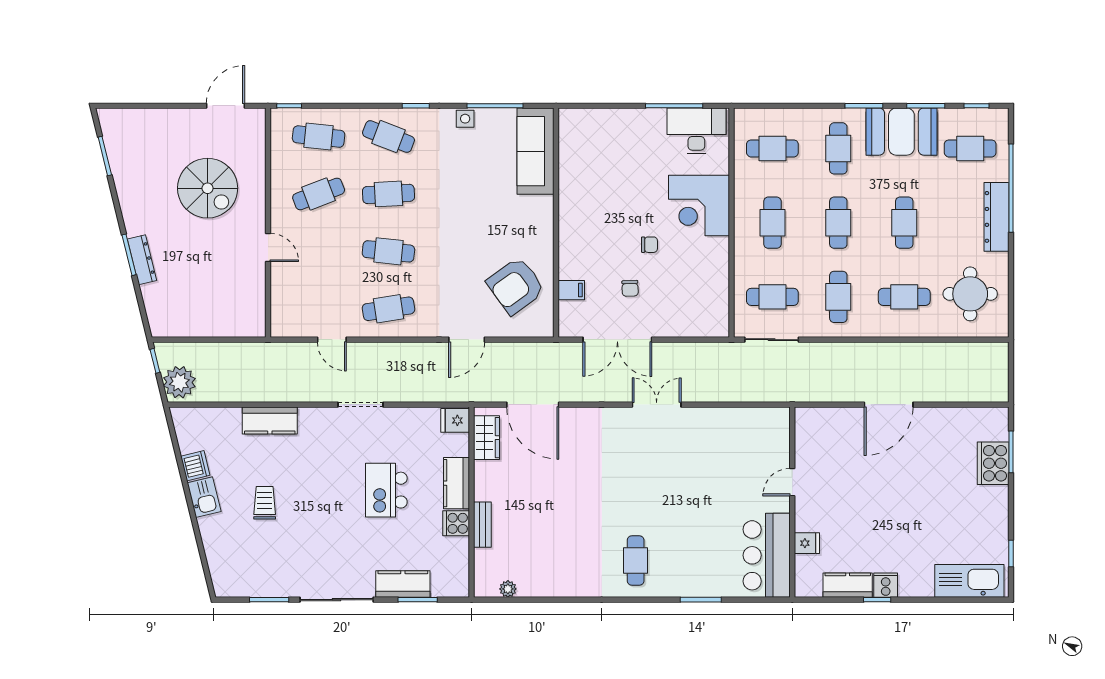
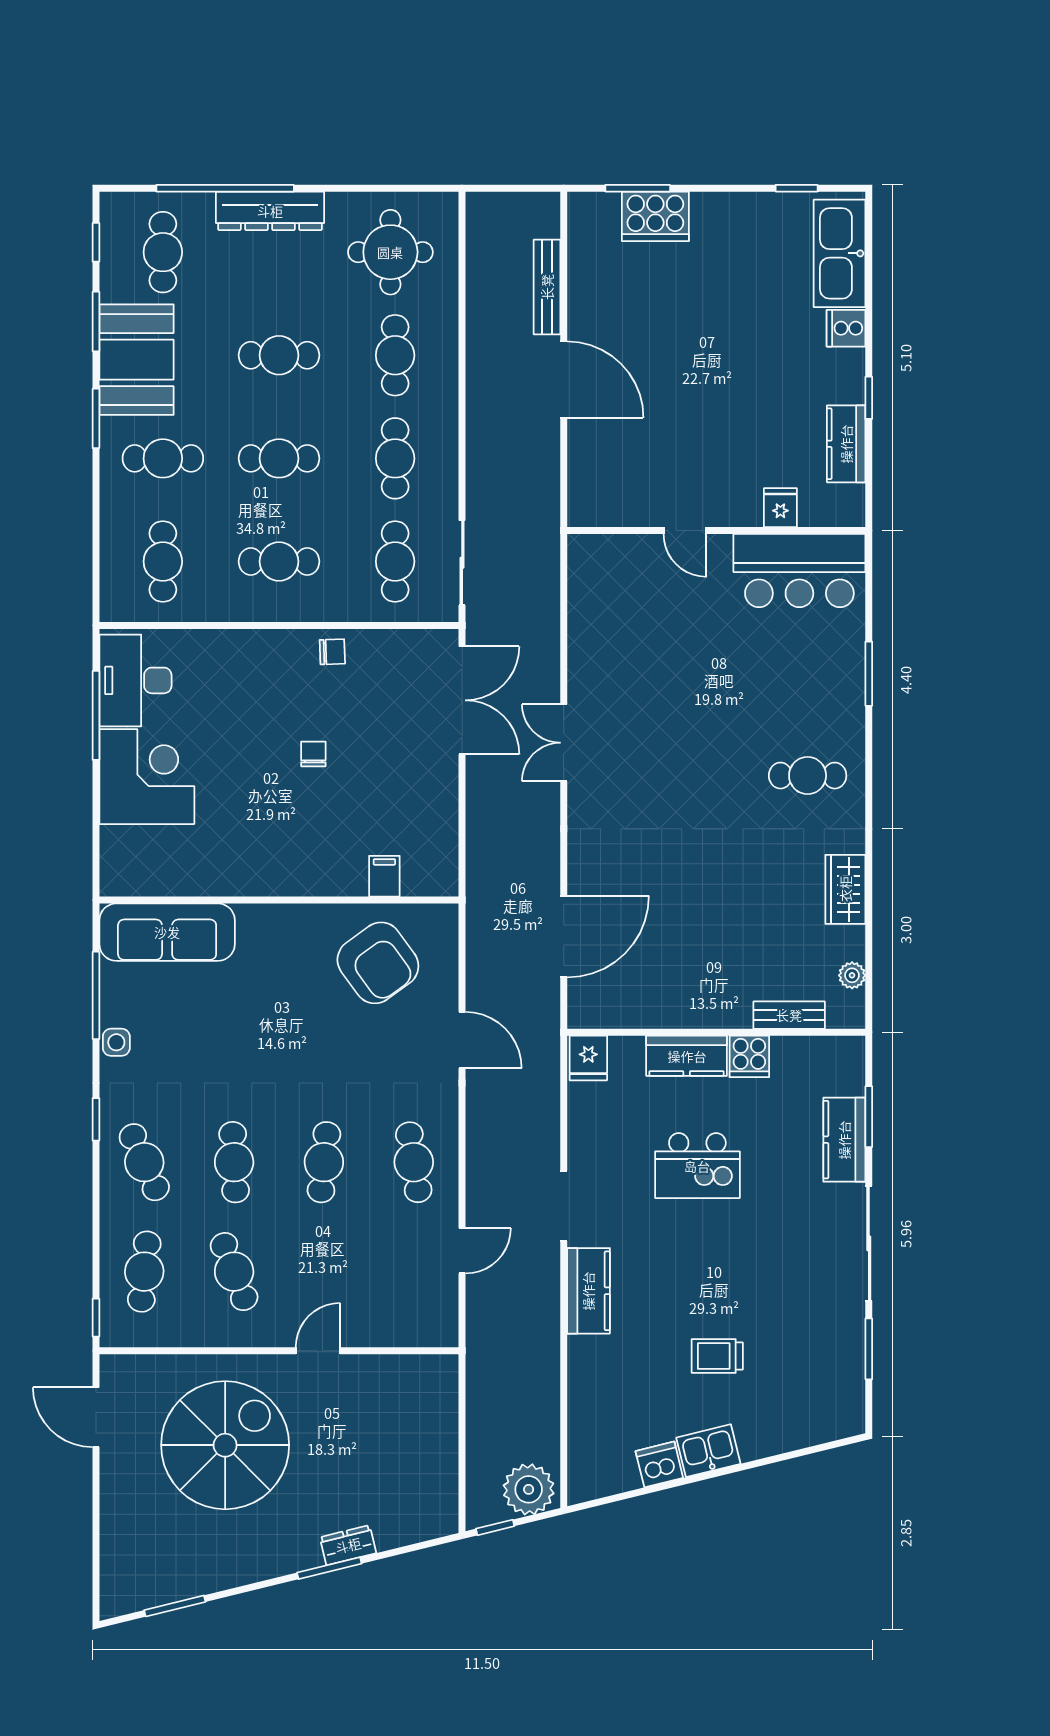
cafe table: (388, 137) -> (144, 1162), turned -45
spiral stairs: (208, 188) -> (225, 1445), width x1.37, depth x1.37
corner desk: (699, 205) -> (147, 777), moved, turned -90
dresser: (142, 260) -> (348, 1545), width x0.70
chair: (630, 288) -> (332, 652), moved
cafe table: (838, 297) -> (395, 458), turned 90
double door: (617, 340) -> (462, 700), moved
bench: (948, 394) -> (547, 287), added
kitchen counter: (270, 420) -> (588, 1291), moved
wardrobe: (487, 438) -> (845, 889), moved, turned -90
bench: (482, 525) -> (789, 1015), moved
cooker: (886, 585) -> (846, 328), moved

